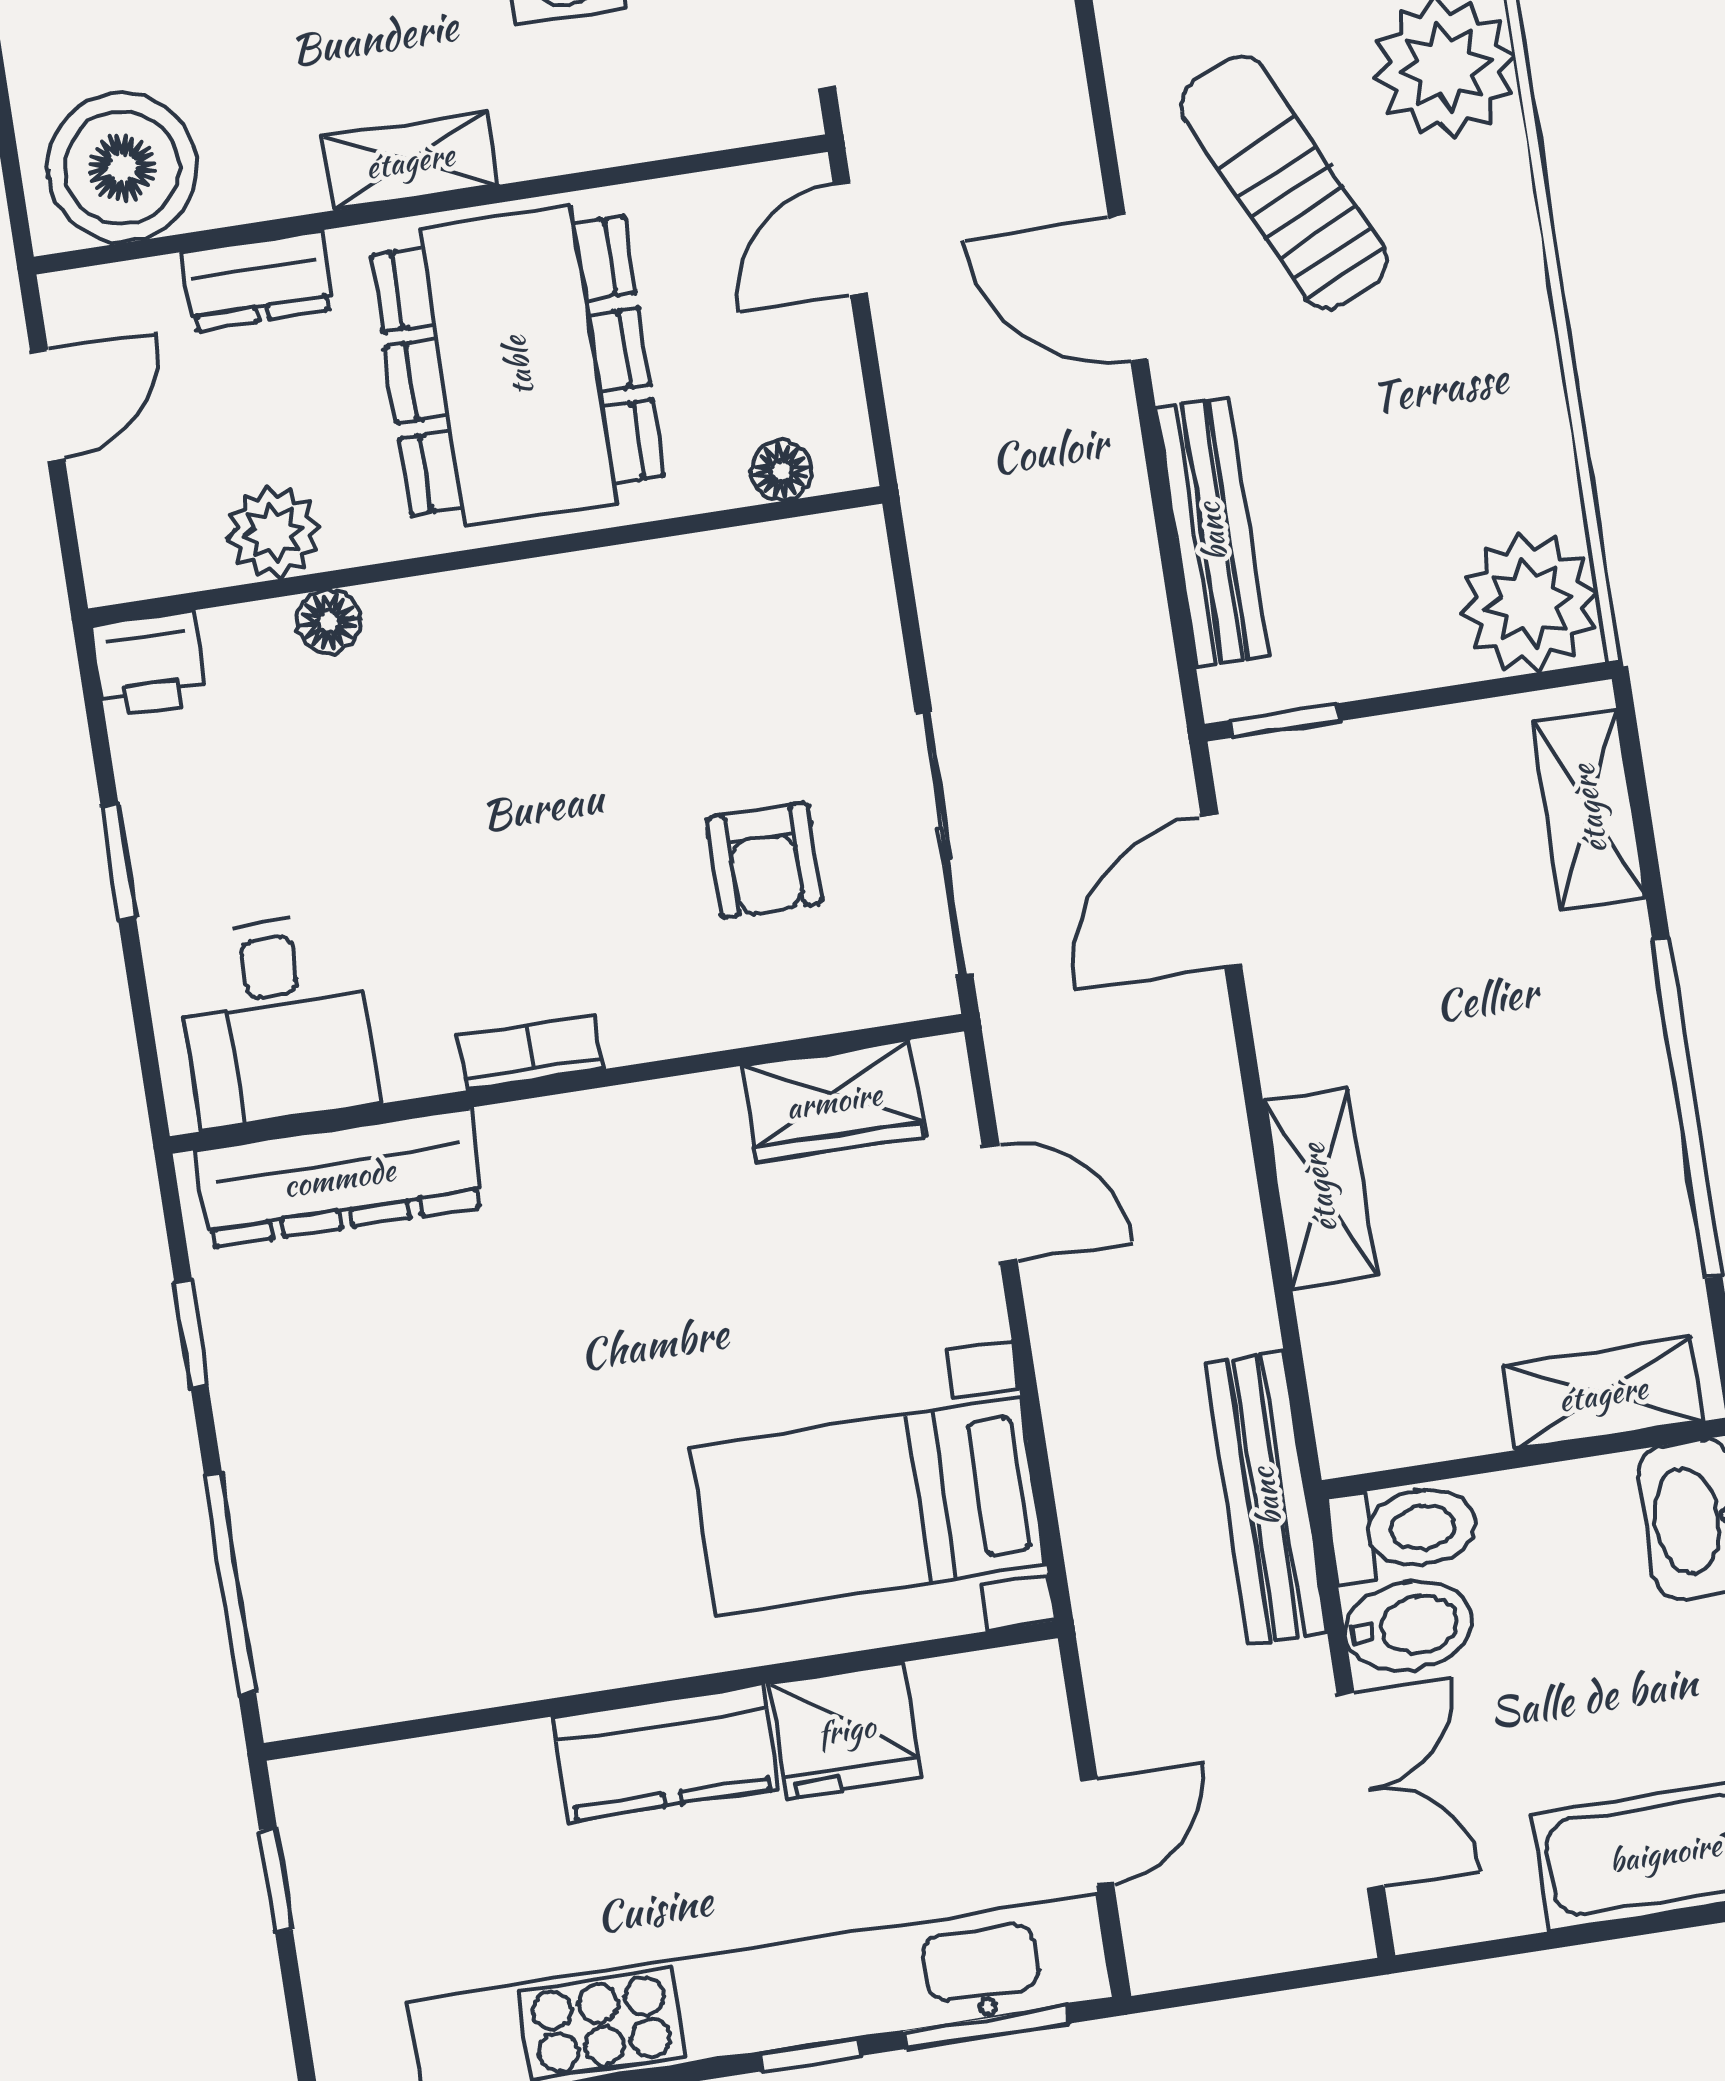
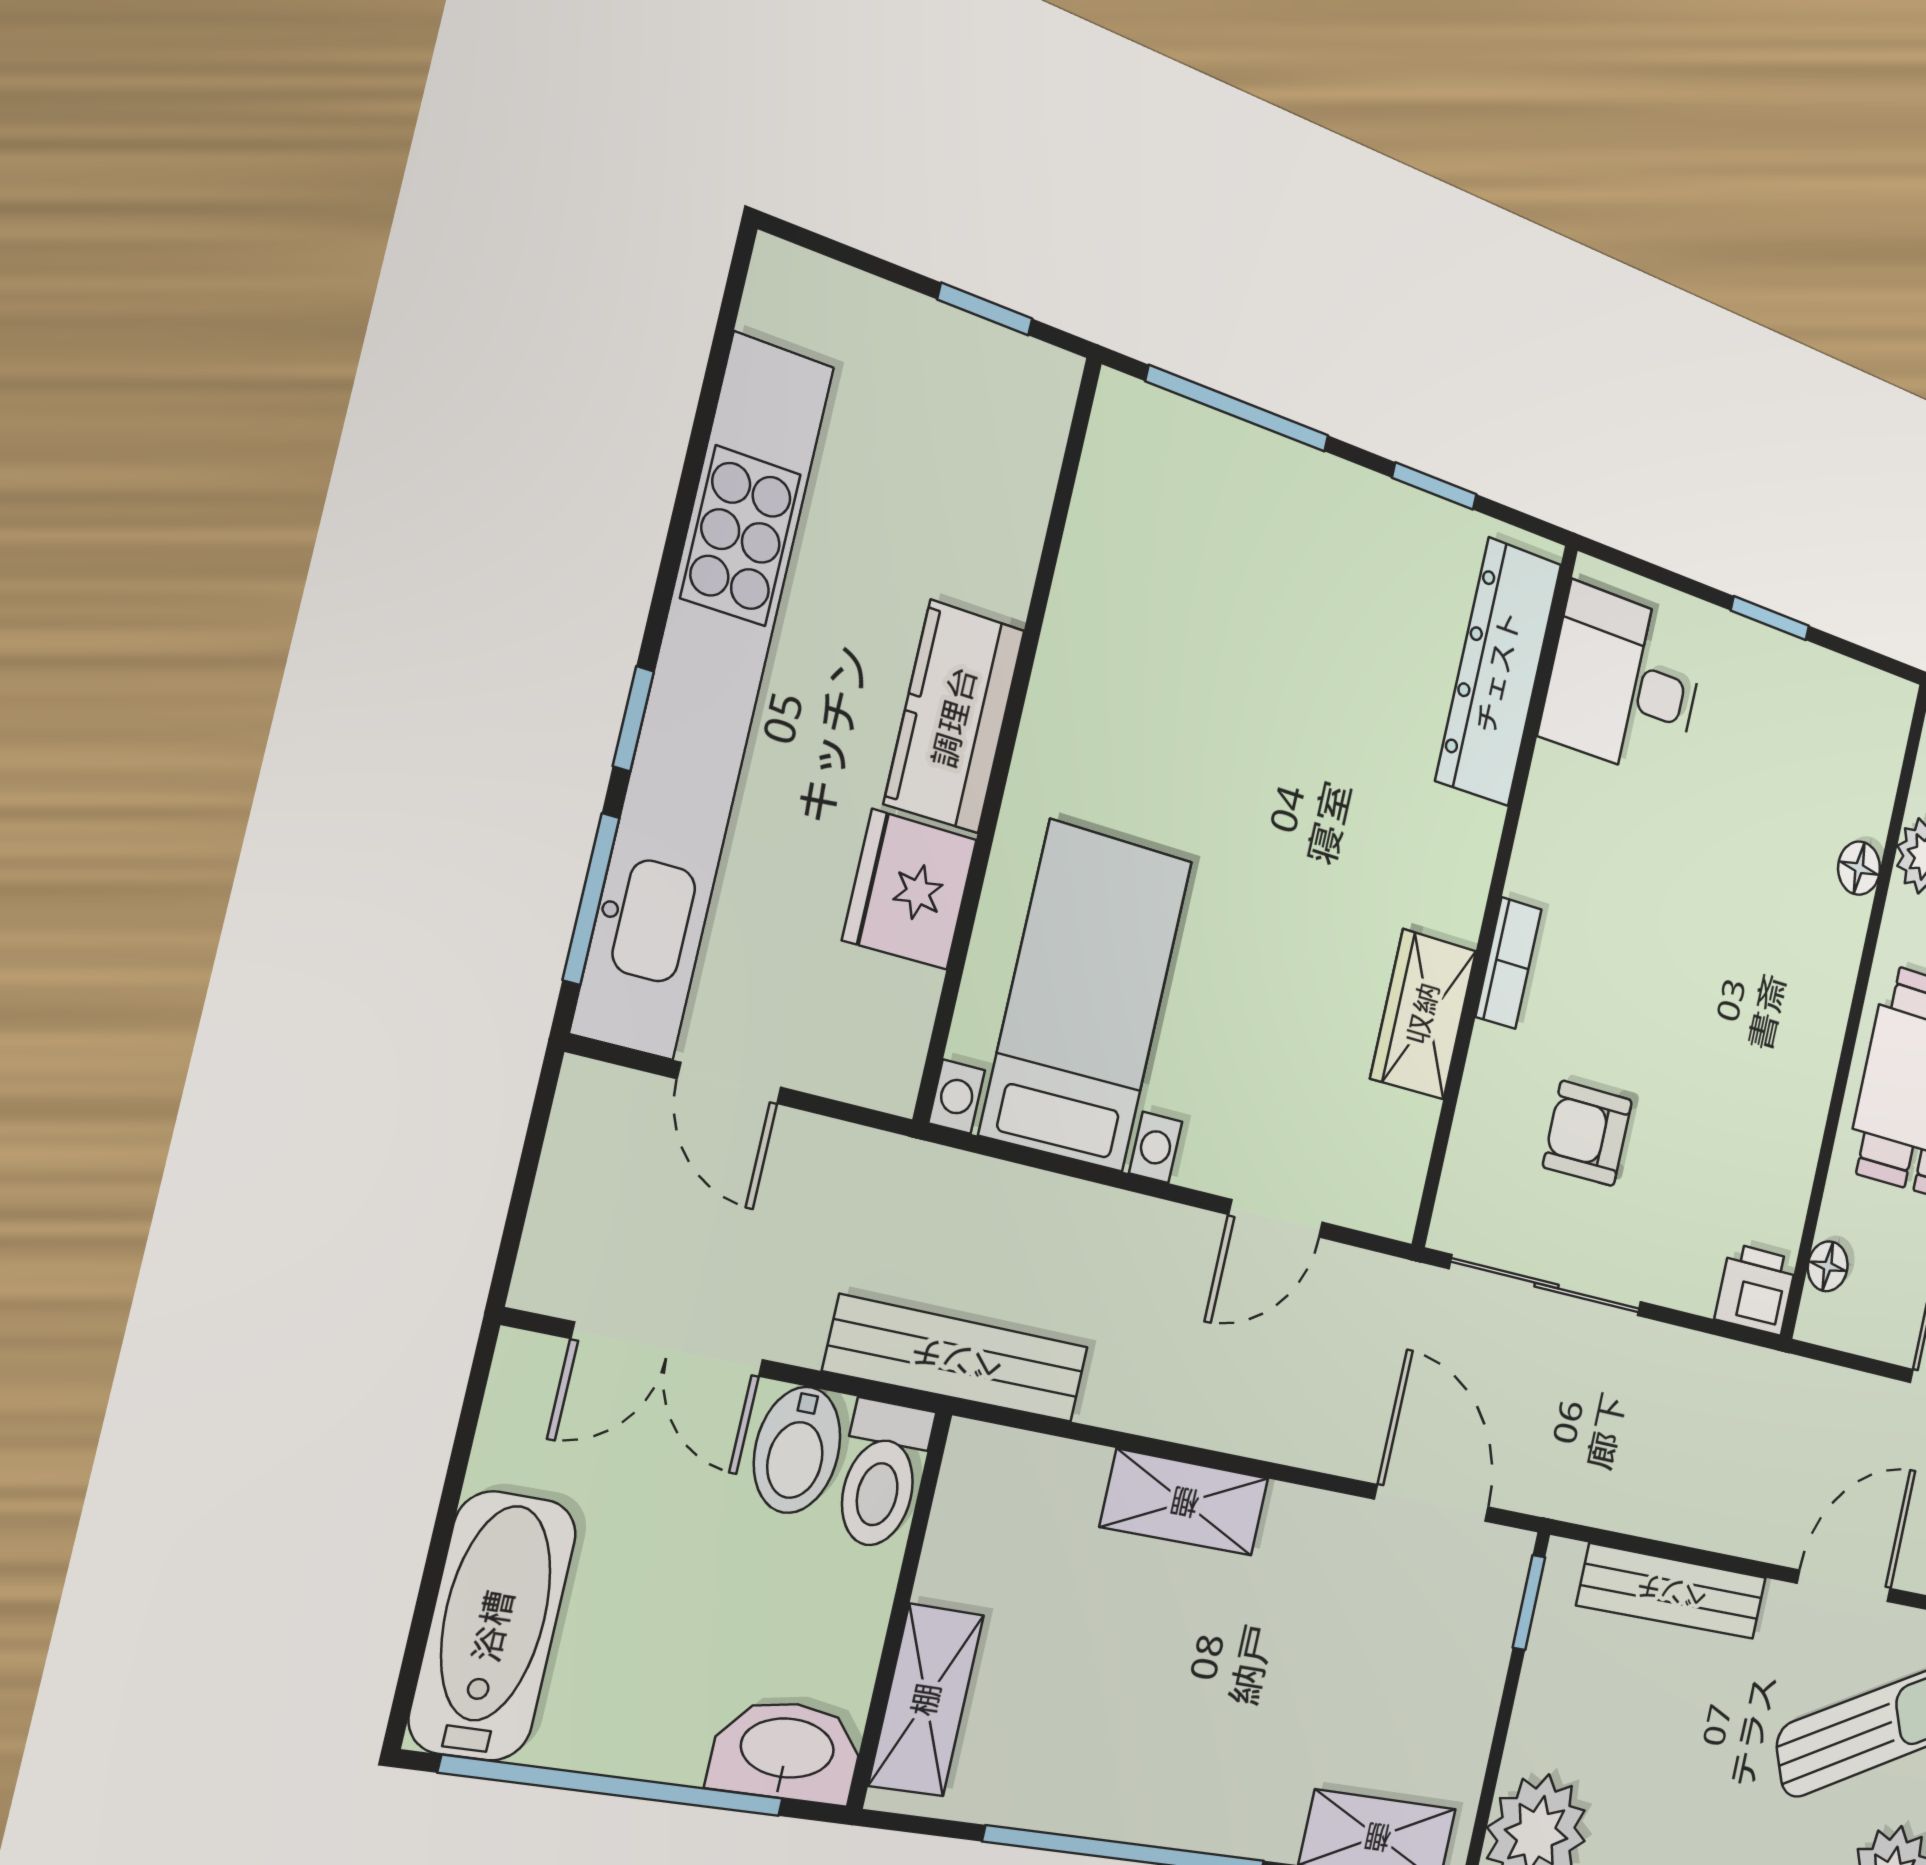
printer: (148, 664) -> (1756, 1289), moved, turned 90
bookcase: (531, 1052) -> (1508, 963), moved
wardrobe: (834, 1101) -> (1423, 1014), moved

